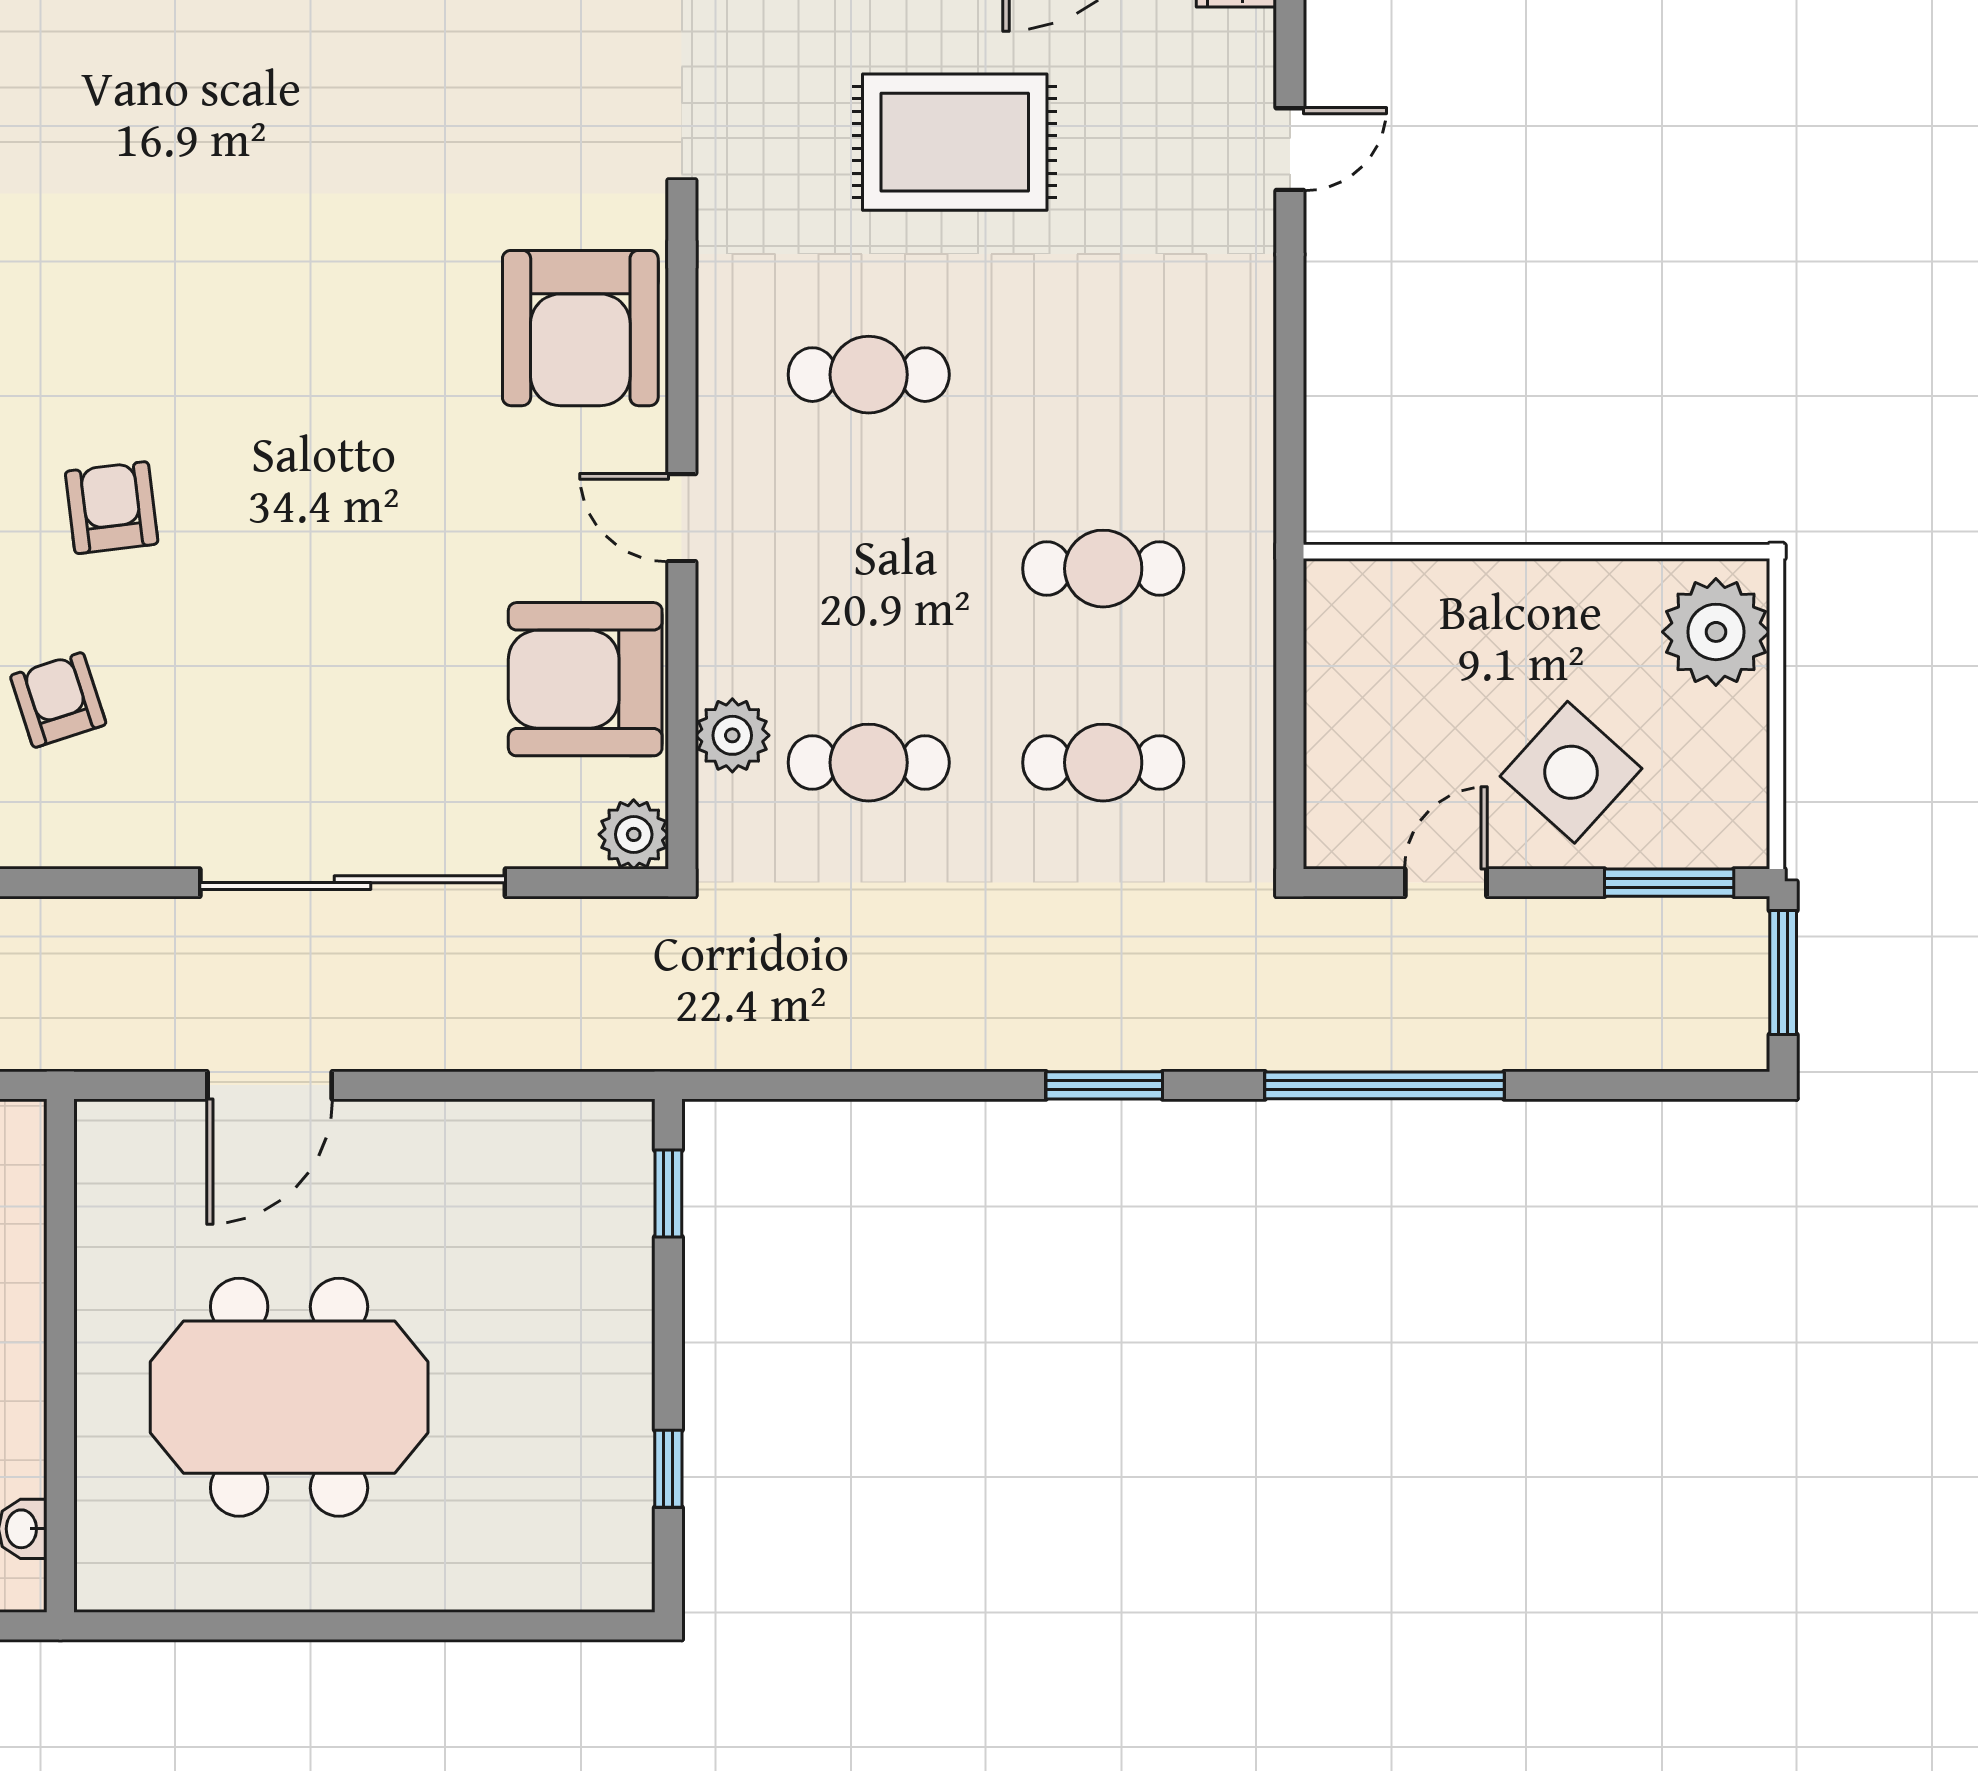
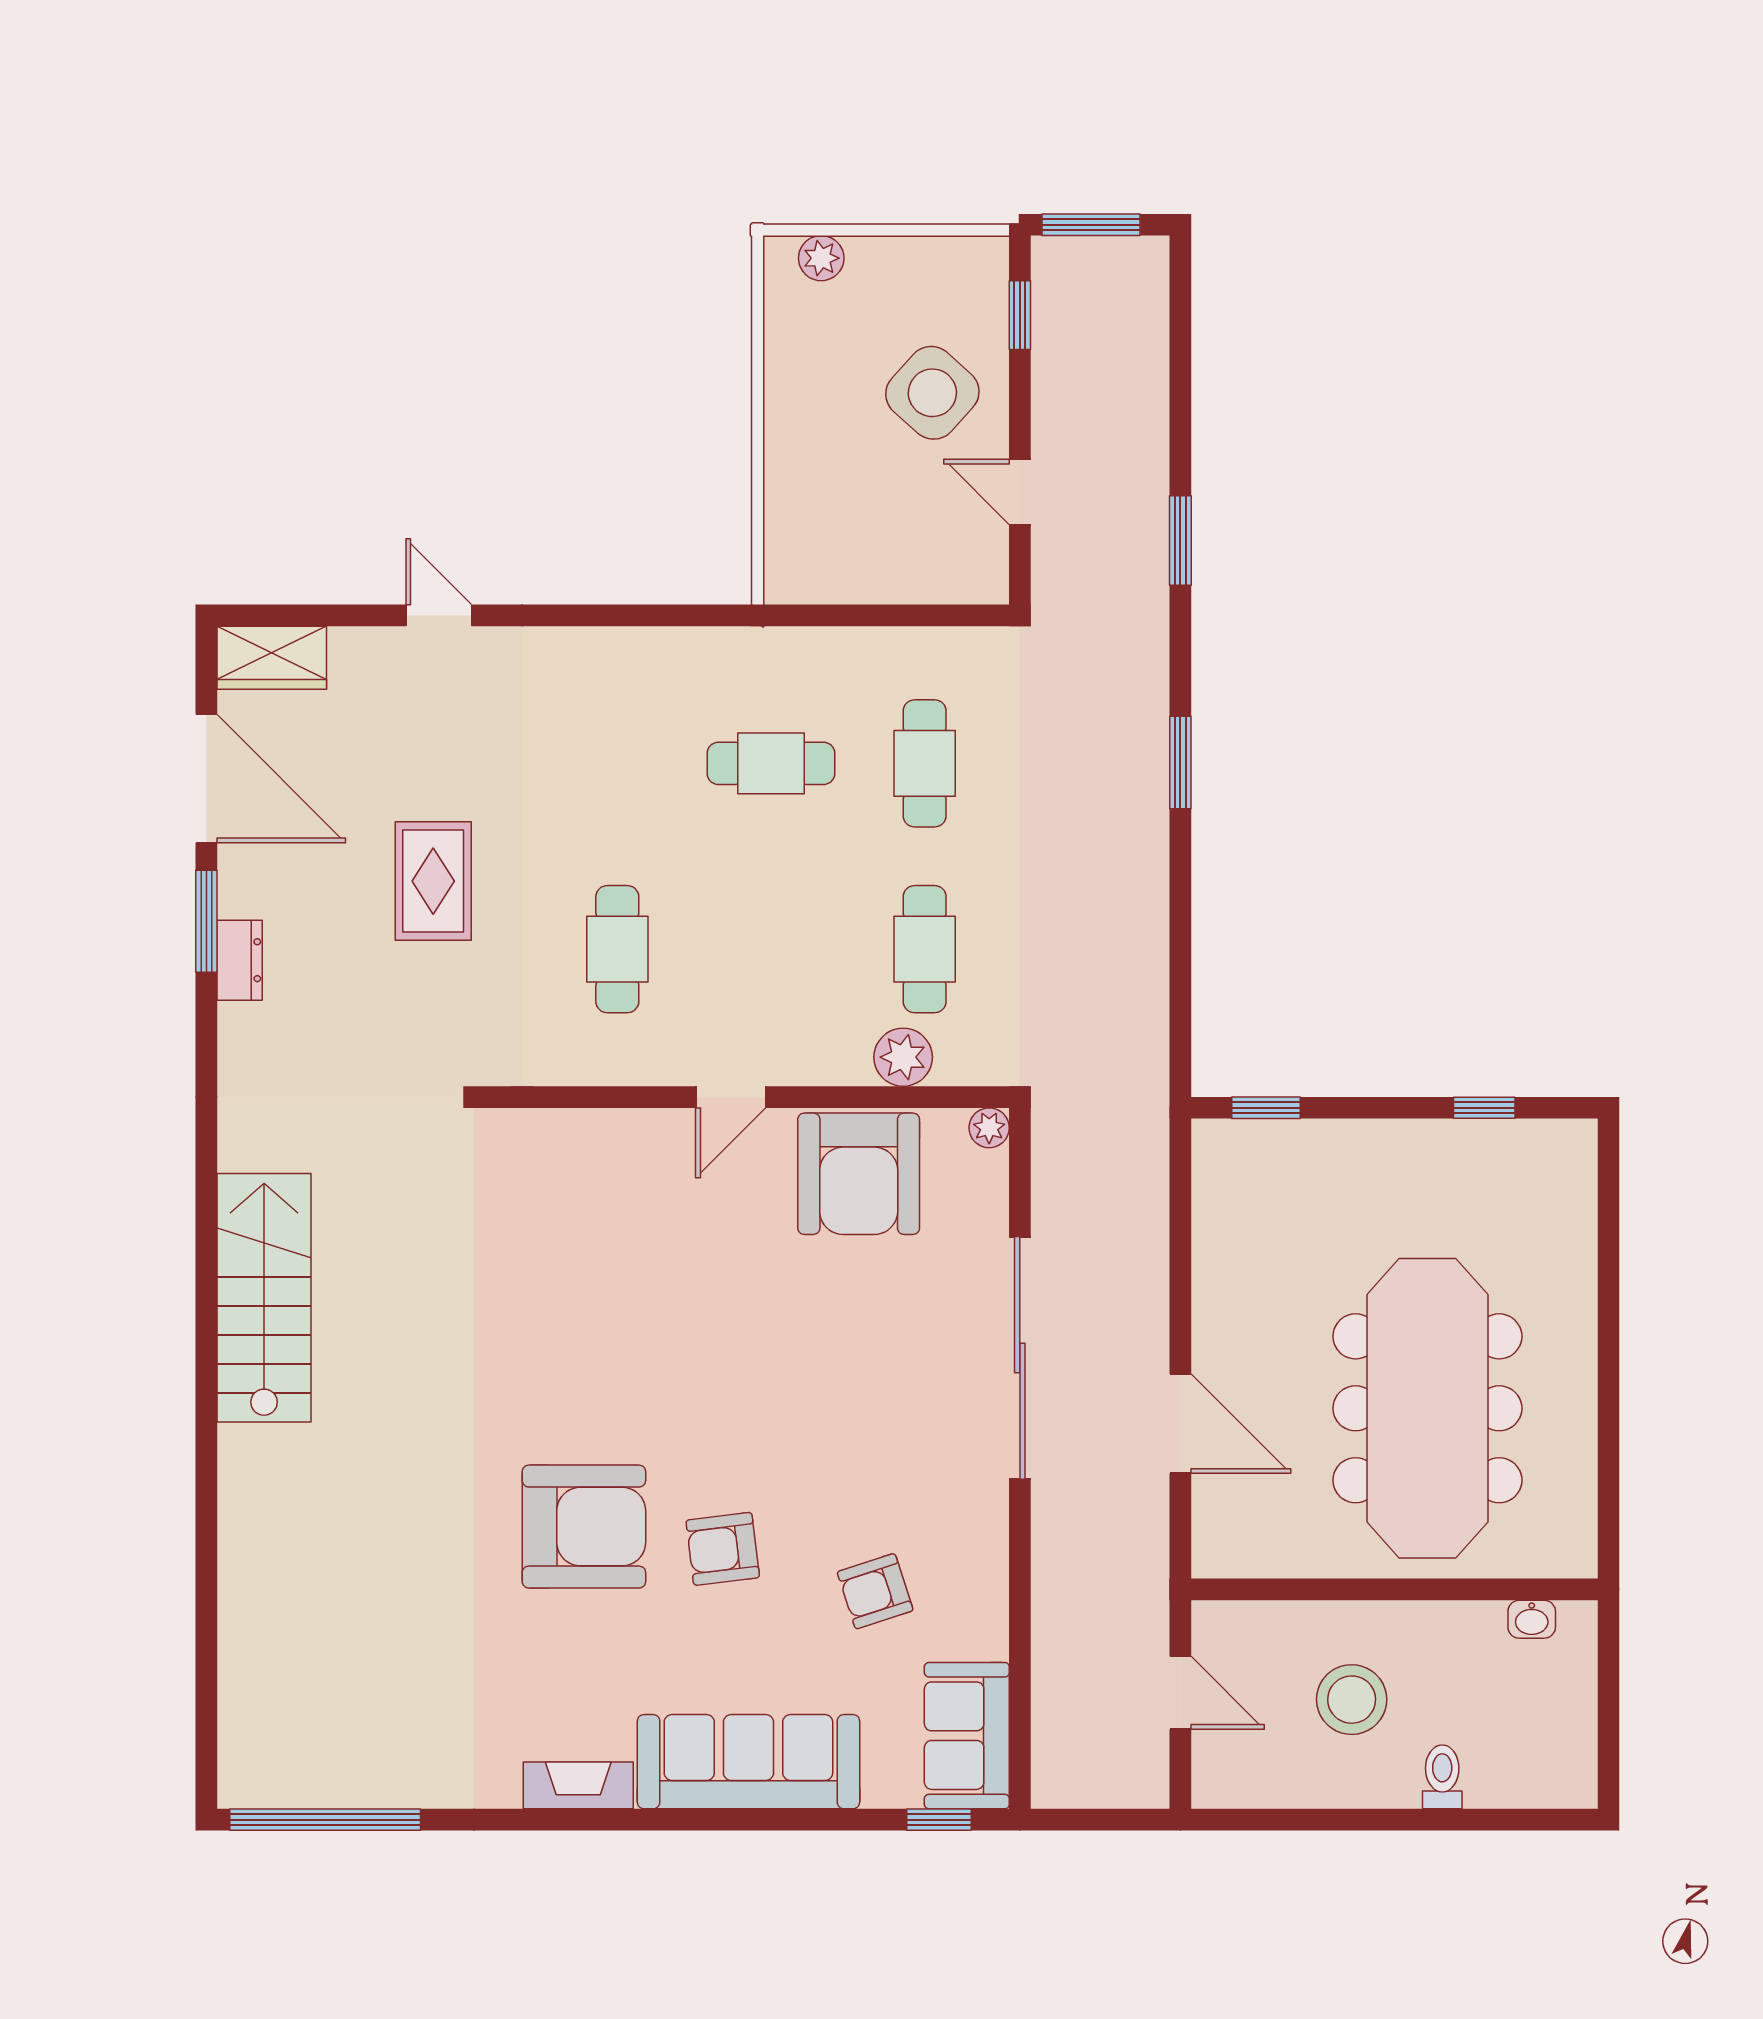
rug: (955, 142) -> (433, 881), width x0.73, depth x0.70
armchair: (580, 328) -> (584, 1527), moved
cafe table: (1103, 569) -> (771, 763), turned 90
plant: (1716, 632) -> (821, 258), width x0.53, depth x0.53
plant: (634, 834) -> (989, 1128), width x0.73, depth x0.73
window: (1669, 883) -> (1020, 315), width x0.67
window: (1385, 1085) -> (1180, 541), width x0.47
meeting table: (289, 1397) -> (1427, 1408), width x1.36

